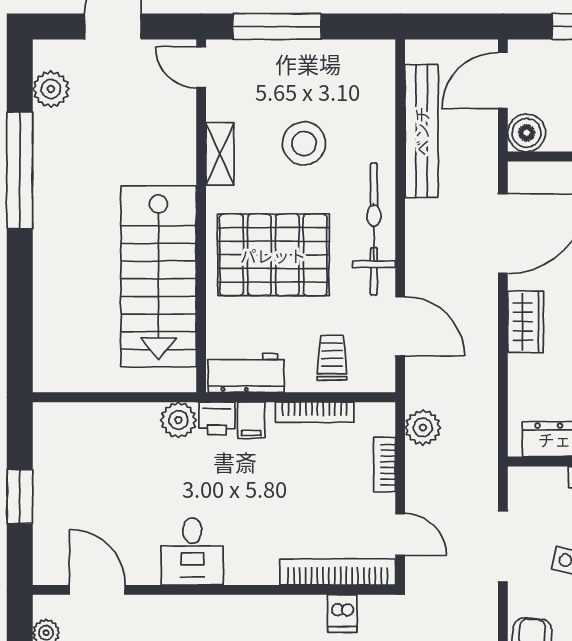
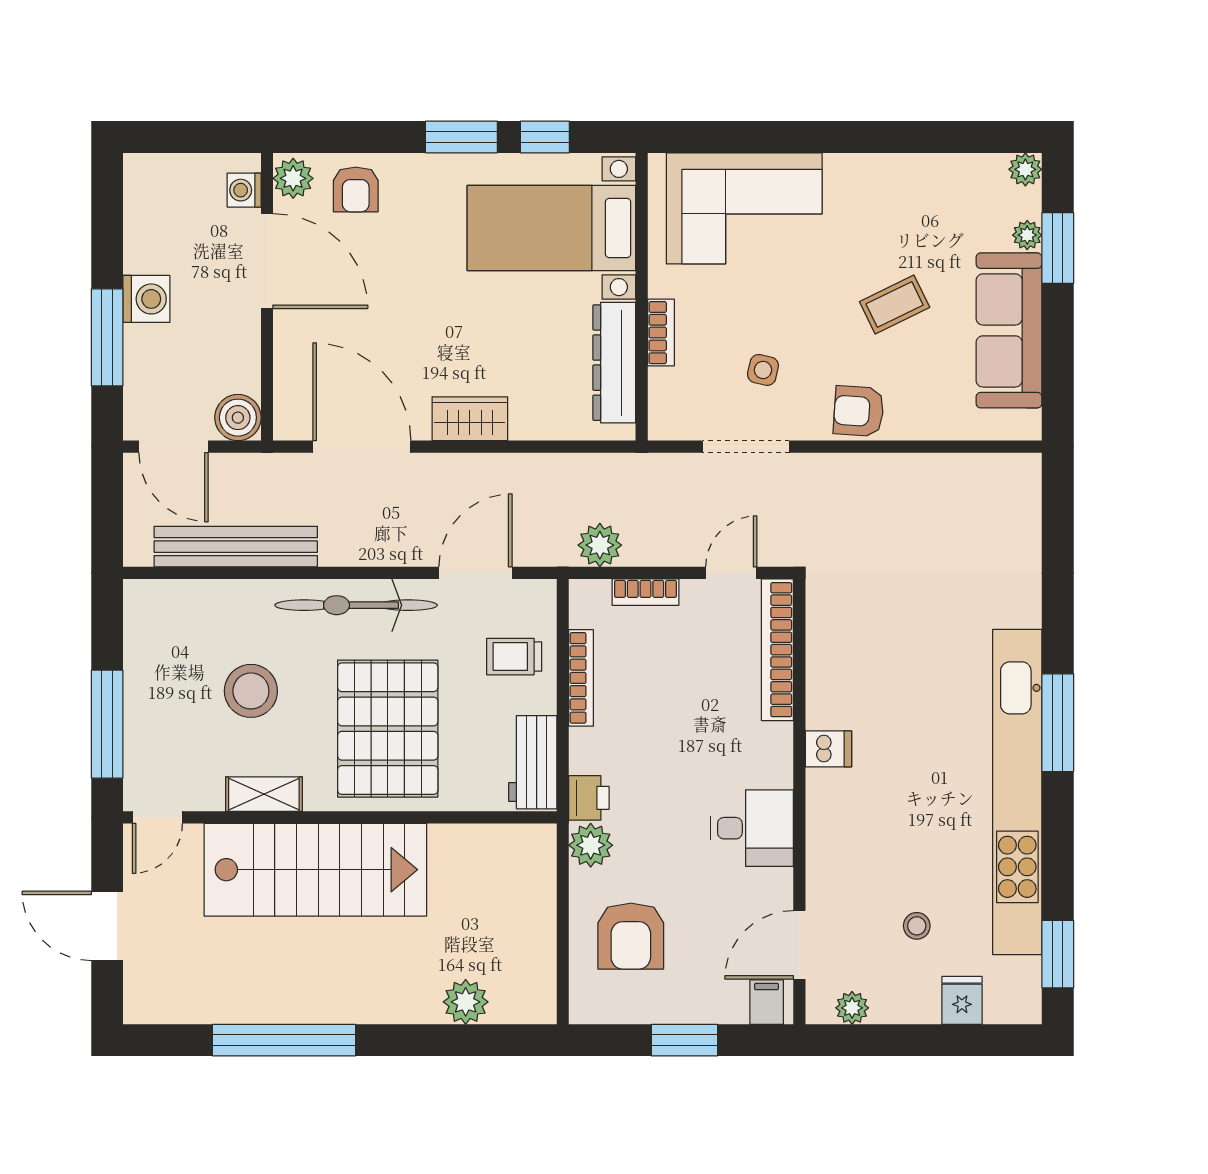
plant: (51, 89) -> (466, 1002), moved
stairs: (159, 276) -> (315, 870), moved
filing cabinet: (251, 420) -> (767, 1002), moved, turned -90
armchair: (104, 453) -> (631, 936), added
dishwasher: (342, 614) -> (828, 749), moved

